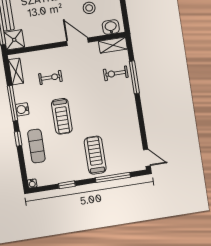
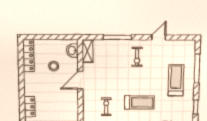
exercise bike: (116, 73) -> (137, 57), moved
treadmill: (95, 155) -> (176, 80), turned 90
door: (147, 158) -> (159, 37), moved

